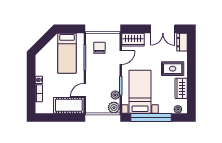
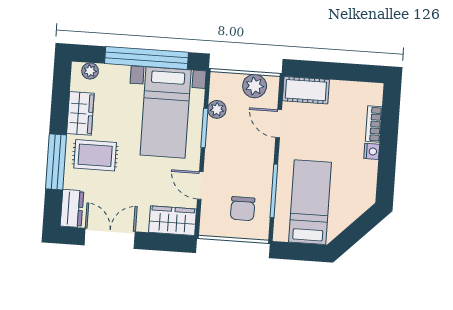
door: (121, 58) -> (200, 185), hinge flipped
window: (191, 64) -> (56, 162), added
door: (85, 90) -> (279, 124), swing flipped
cot: (69, 105) -> (306, 90), width x0.73, depth x0.75
plant: (114, 108) -> (255, 86), moved

